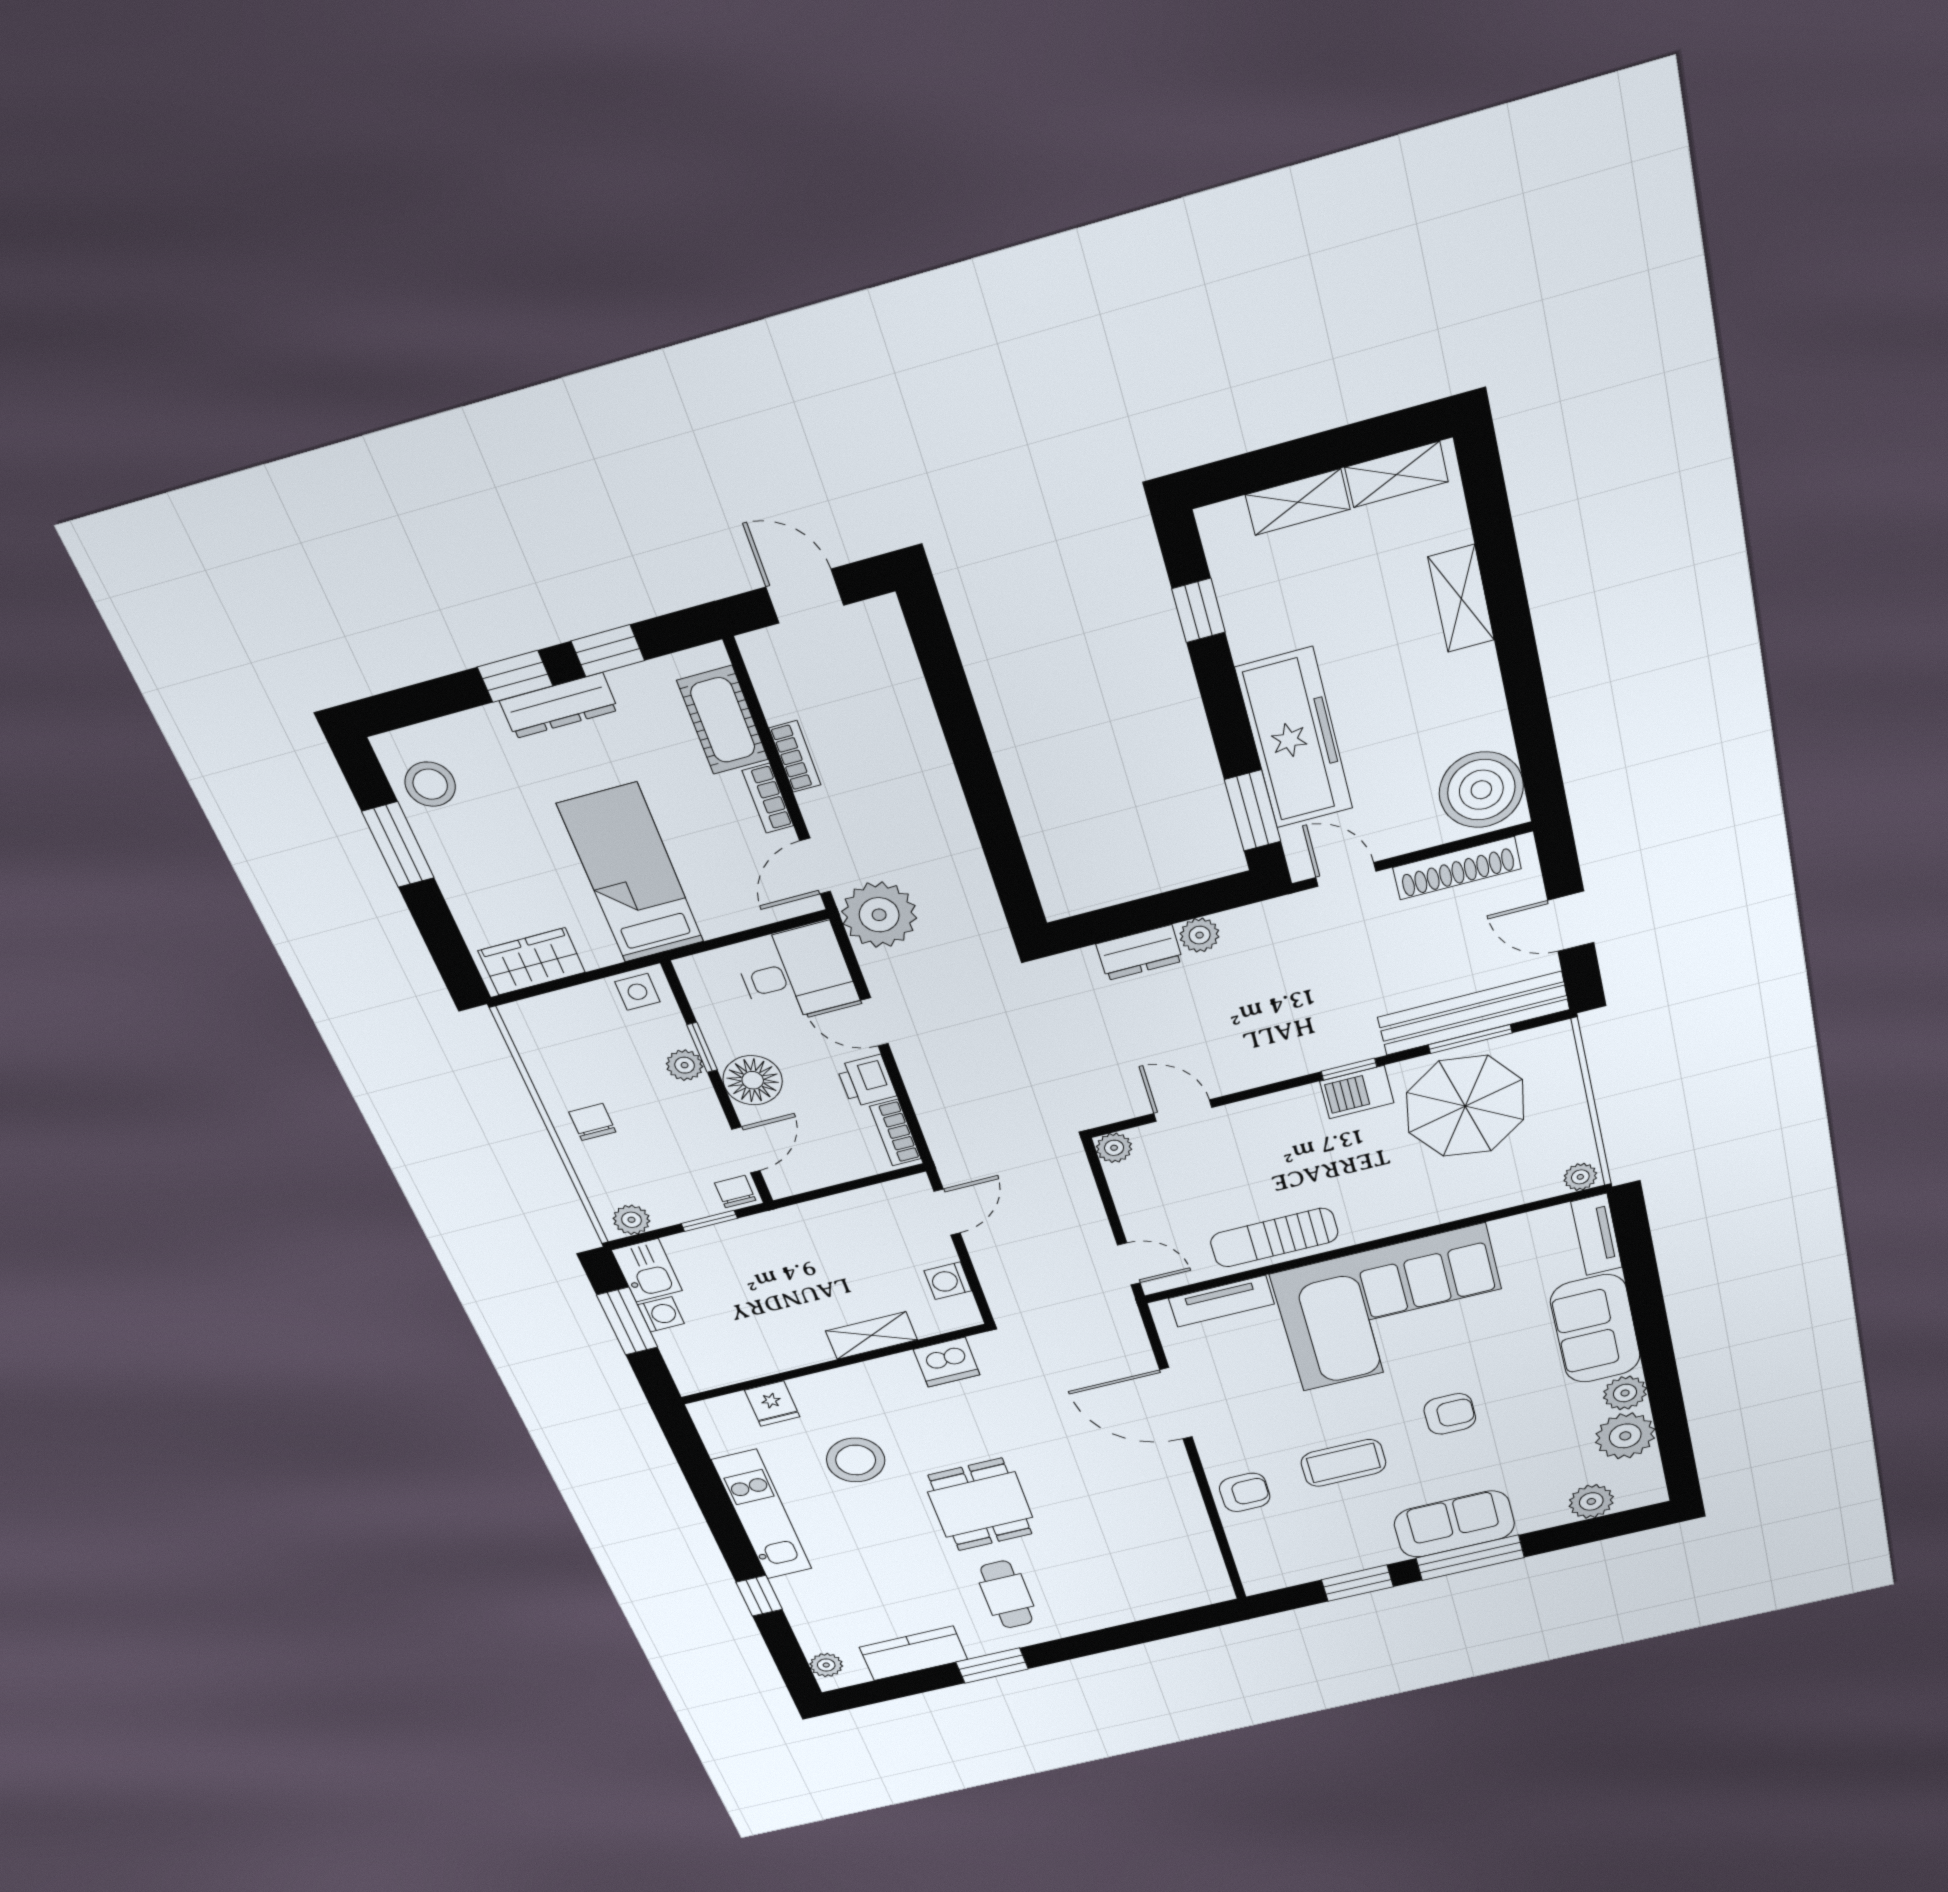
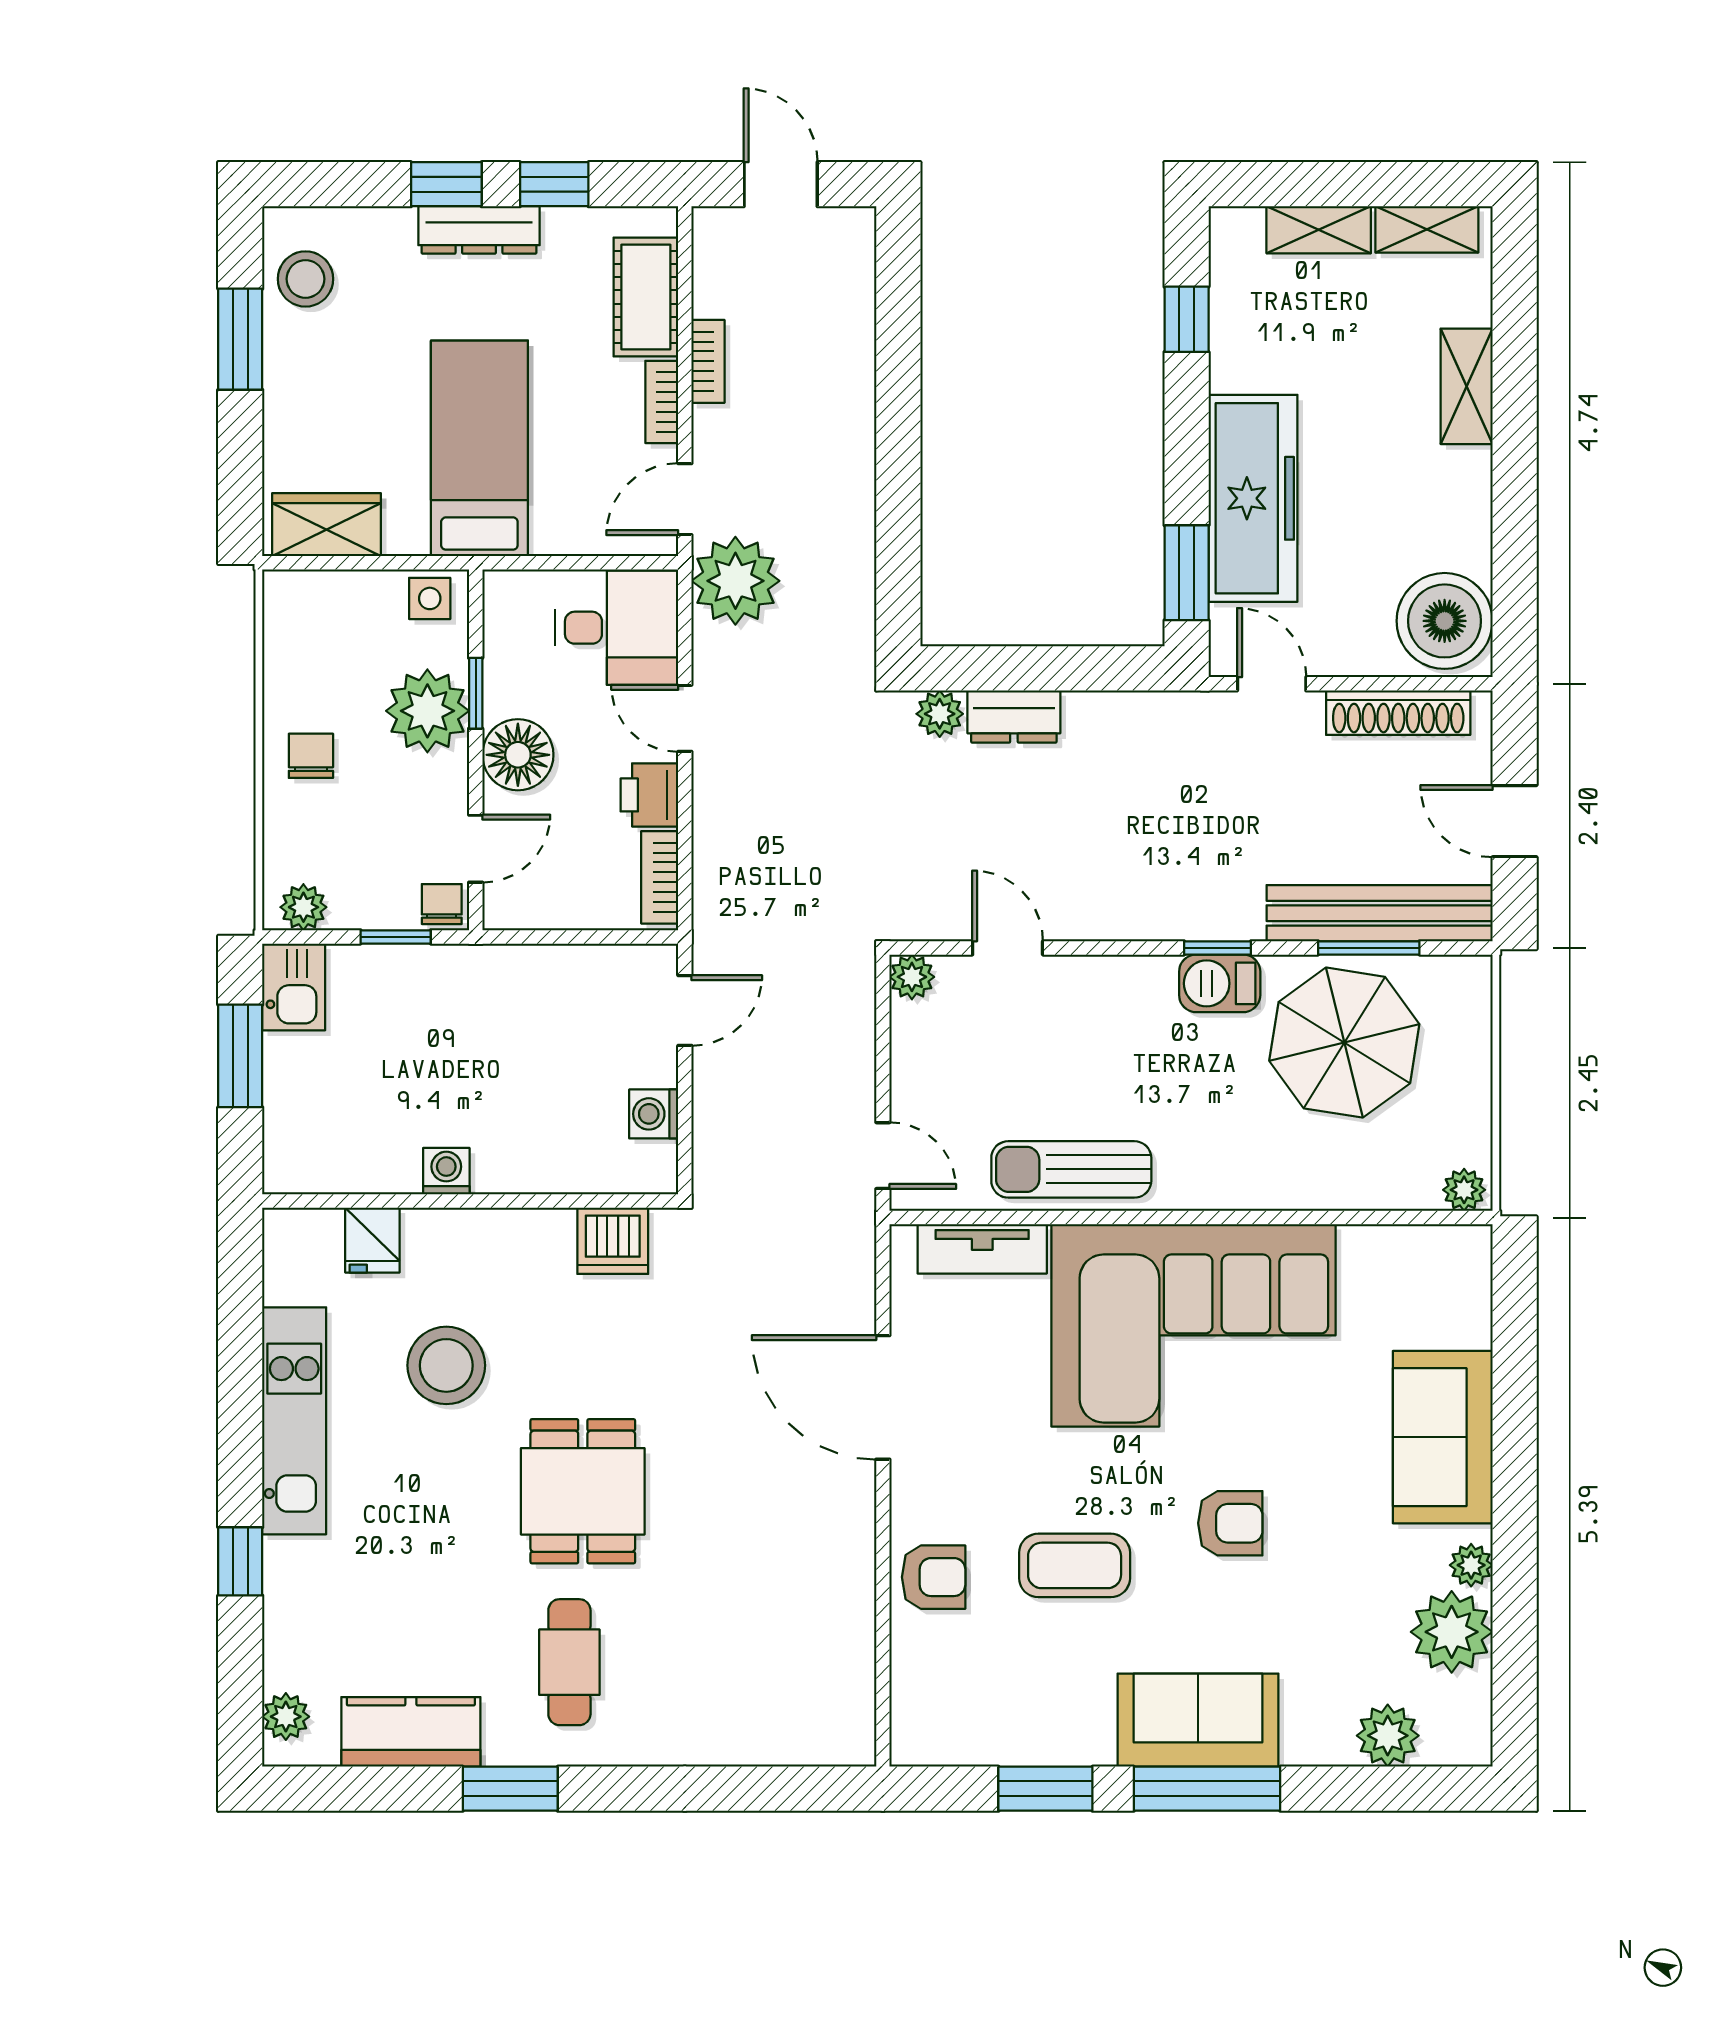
plant: (1200, 935) -> (940, 714), moved
plant: (685, 1065) -> (427, 711), width x1.87, depth x1.87
tv unit: (1597, 1235) -> (1469, 1285), removed
washing machine: (661, 1314) -> (446, 1171), moved, turned -90
shelving: (871, 1335) -> (533, 1170), removed
plant: (1625, 1393) -> (1471, 1565), width x0.73, depth x0.73

